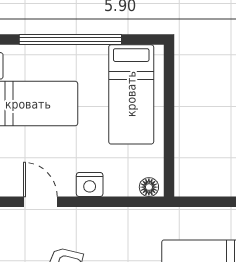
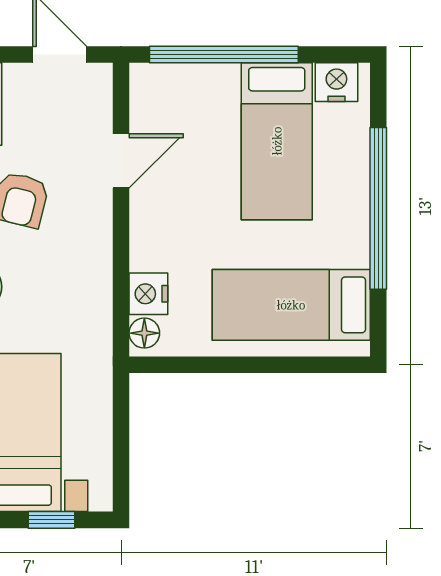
nightstand: (90, 184) -> (148, 294), moved

